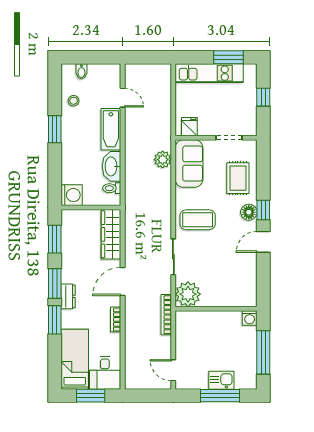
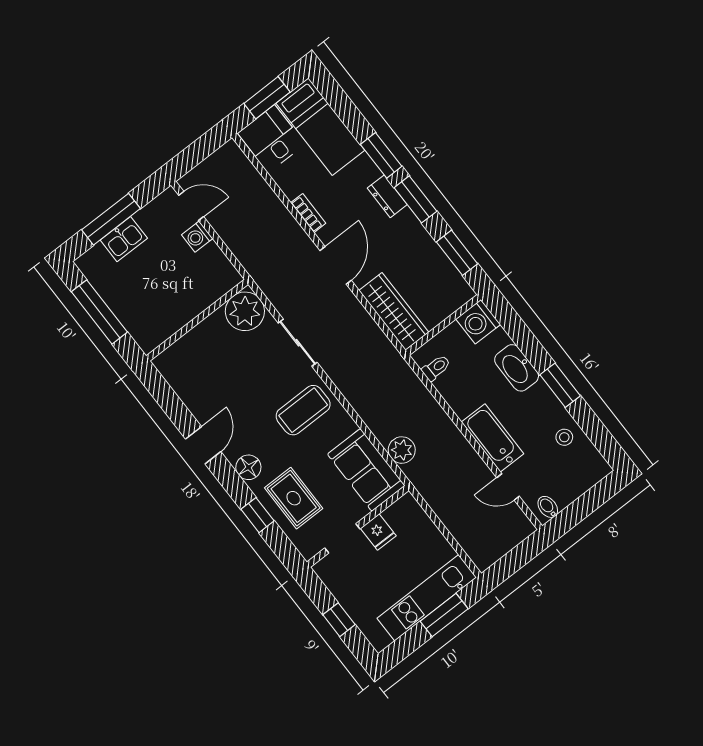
window: (229, 57) -> (444, 615), moved
bidet: (81, 71) -> (548, 507), moved
fridge: (189, 127) -> (378, 532), moved
washbasin: (112, 166) -> (517, 368), moved, turned 180
window: (263, 210) -> (258, 515), moved
bookcase: (166, 315) -> (252, 266), removed
washing machine: (250, 318) -> (197, 237), moved, turned -90

